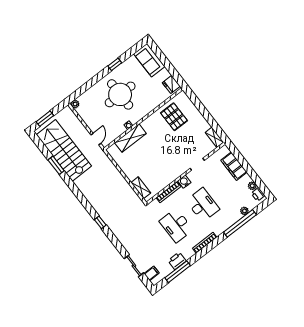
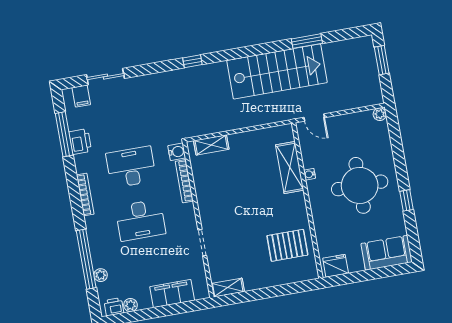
stairs: (64, 150) -> (277, 71), moved
water cooler: (184, 182) -> (177, 152), moved

